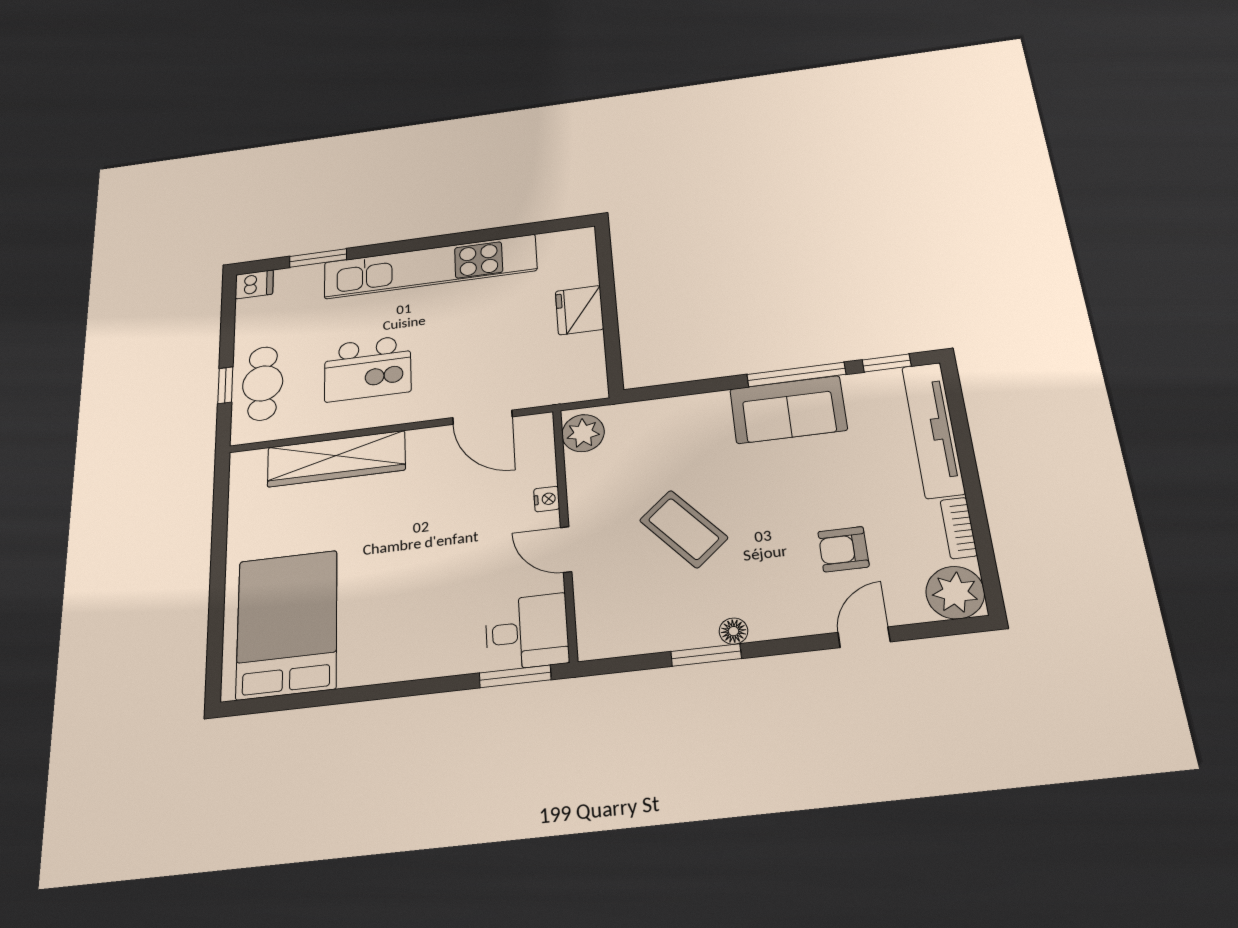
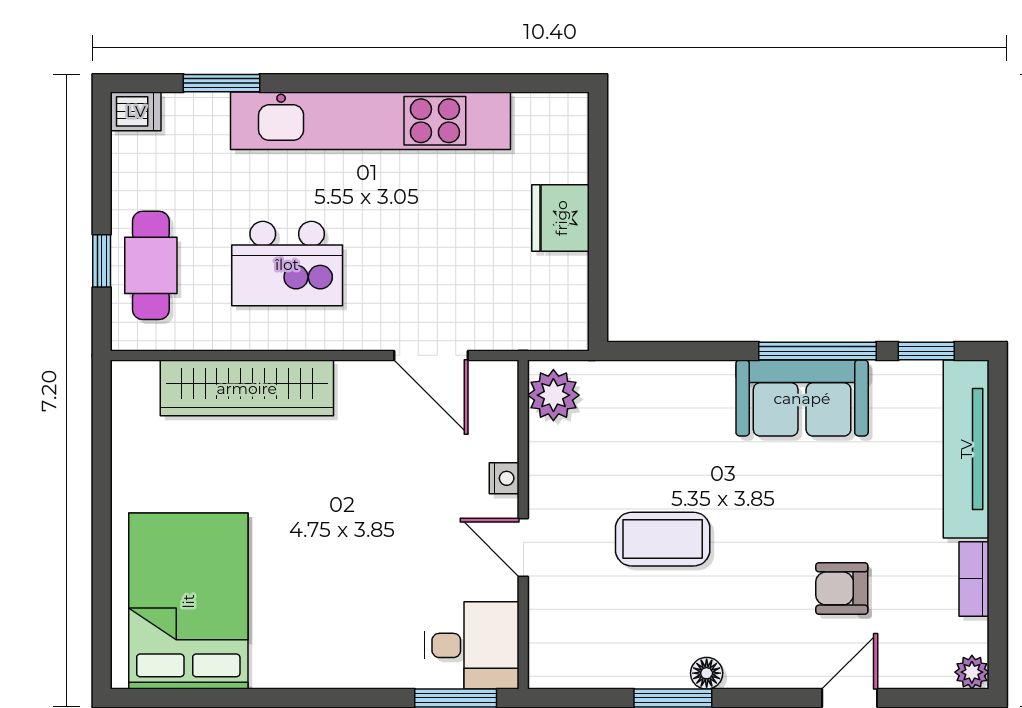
coffee table: (684, 529) -> (663, 539), turned -49
plant: (955, 593) -> (972, 672), width x0.53, depth x0.53

